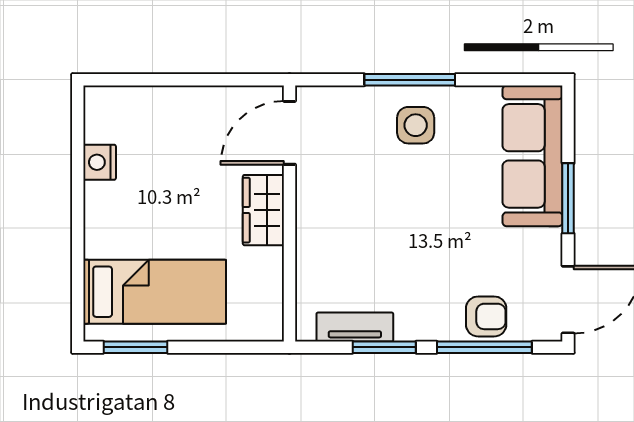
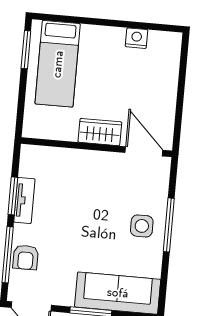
tv unit: (355, 327) -> (24, 200), moved

